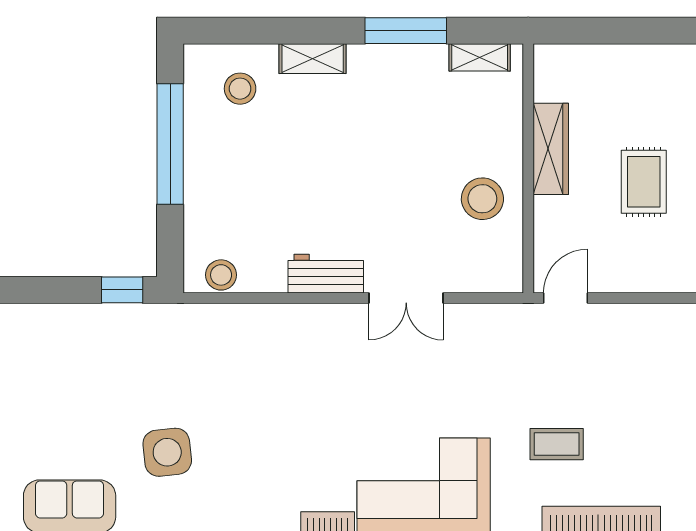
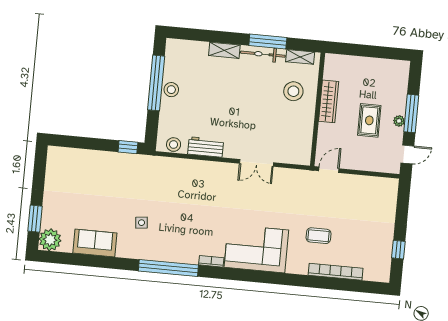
bicycle: (398, 59) -> (263, 54), added
stool: (240, 89) -> (171, 90), moved
stool: (482, 199) -> (293, 91), moved
workbench: (326, 274) -> (206, 147), moved
side table: (167, 452) -> (142, 223), width x0.54, depth x0.54

